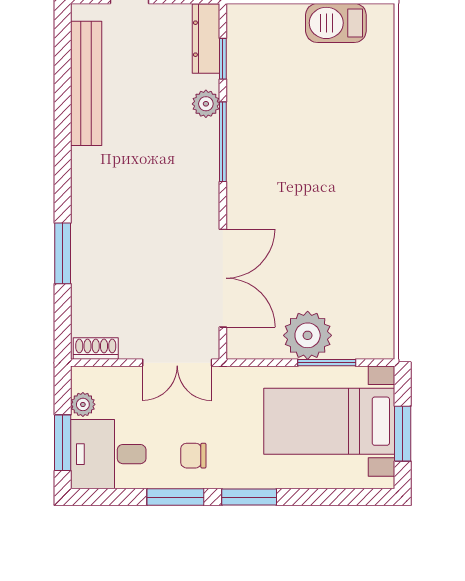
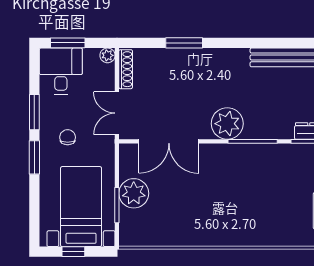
plant: (206, 104) -> (227, 124), moved, width x1.87, depth x1.87
shoe rack: (96, 349) -> (126, 69), width x1.43
plant: (83, 404) -> (107, 55), moved
window: (403, 434) -> (73, 252), width x0.67
chair: (193, 456) -> (68, 137), moved

